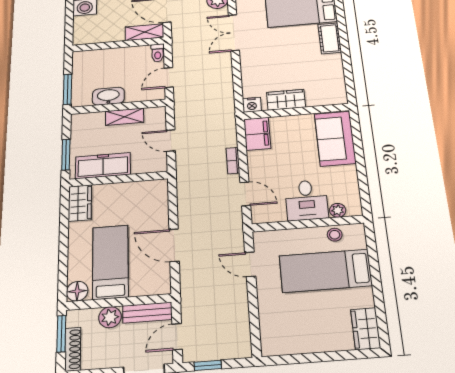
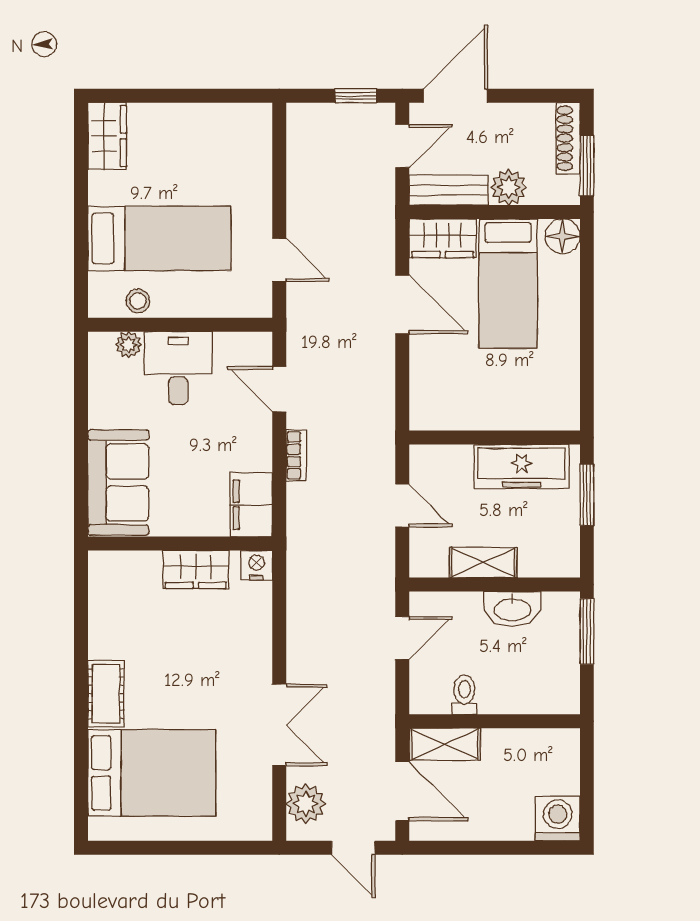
toilet: (158, 53) -> (464, 695), moved
wardrobe: (80, 203) -> (443, 238), moved, turned -90

